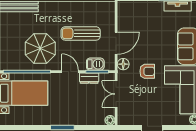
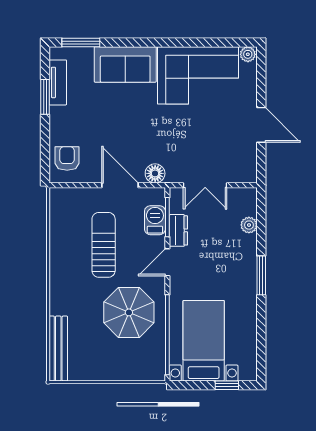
sun lounger: (81, 33) -> (104, 245), turned 180
armchair: (147, 71) -> (67, 158), moved
plant: (110, 120) -> (249, 225), moved

